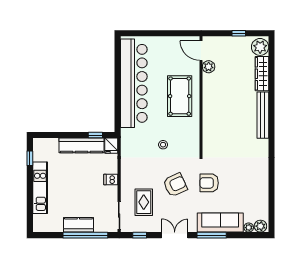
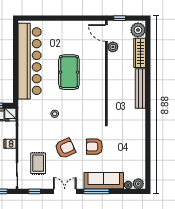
door: (201, 51) -> (106, 33), moved
plant: (209, 67) -> (113, 47), moved
wall: (201, 96) -> (106, 72), moved

